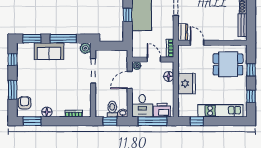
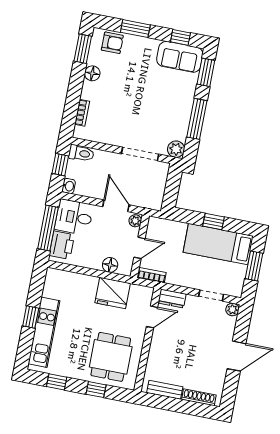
sofa: (49, 51) -> (180, 57), moved, turned -90
fridge: (186, 84) -> (113, 293), moved
toilet: (112, 109) -> (81, 153), moved
window: (197, 121) -> (31, 317), moved

